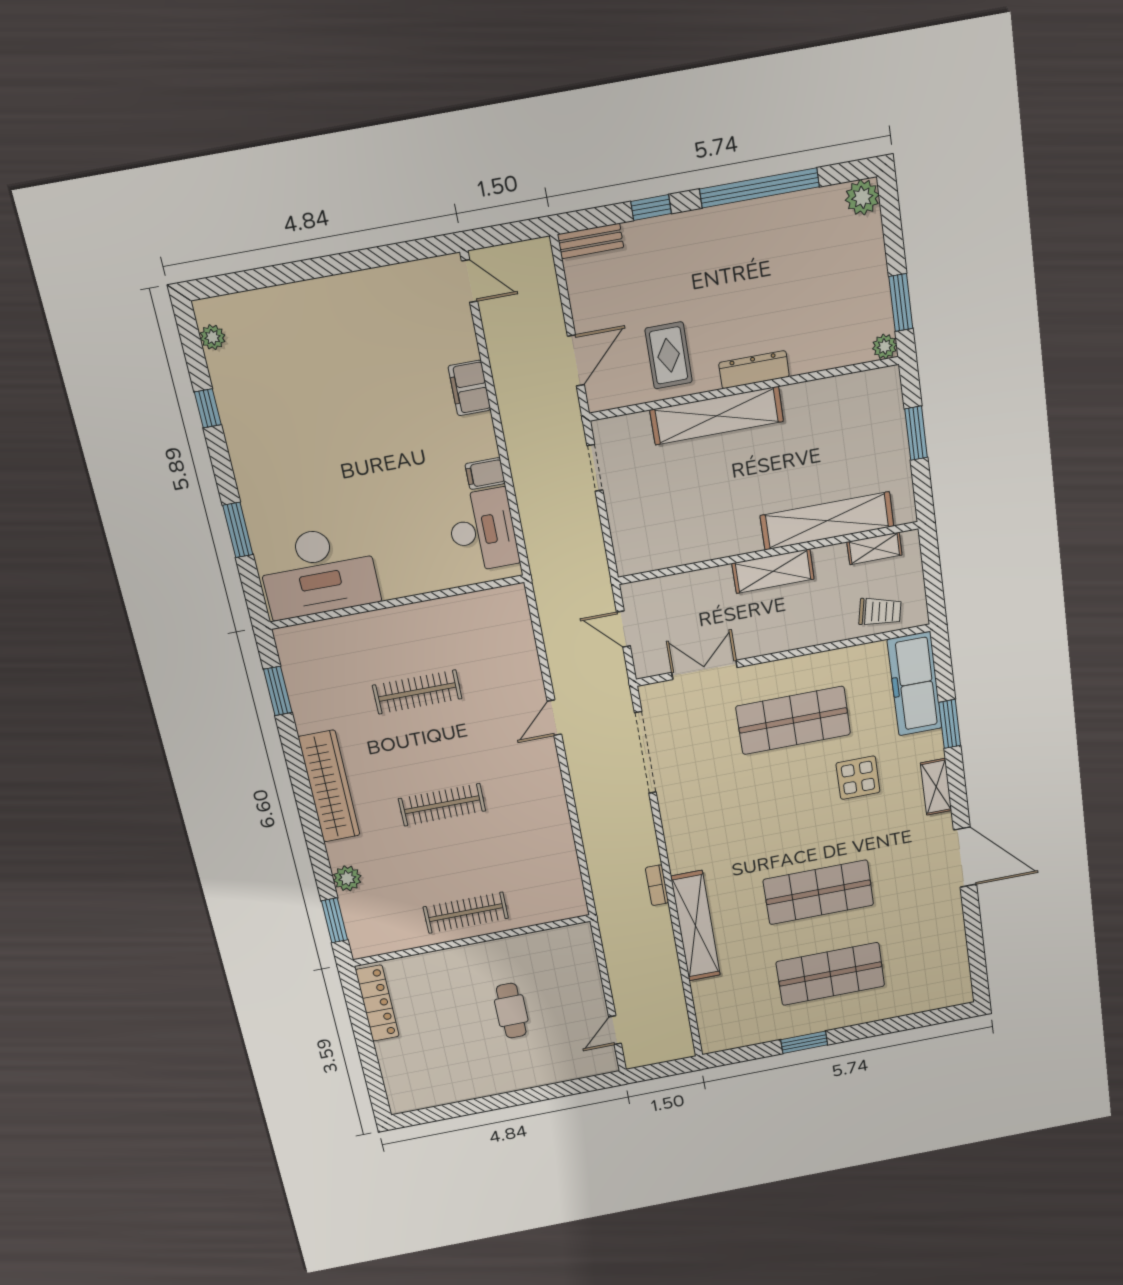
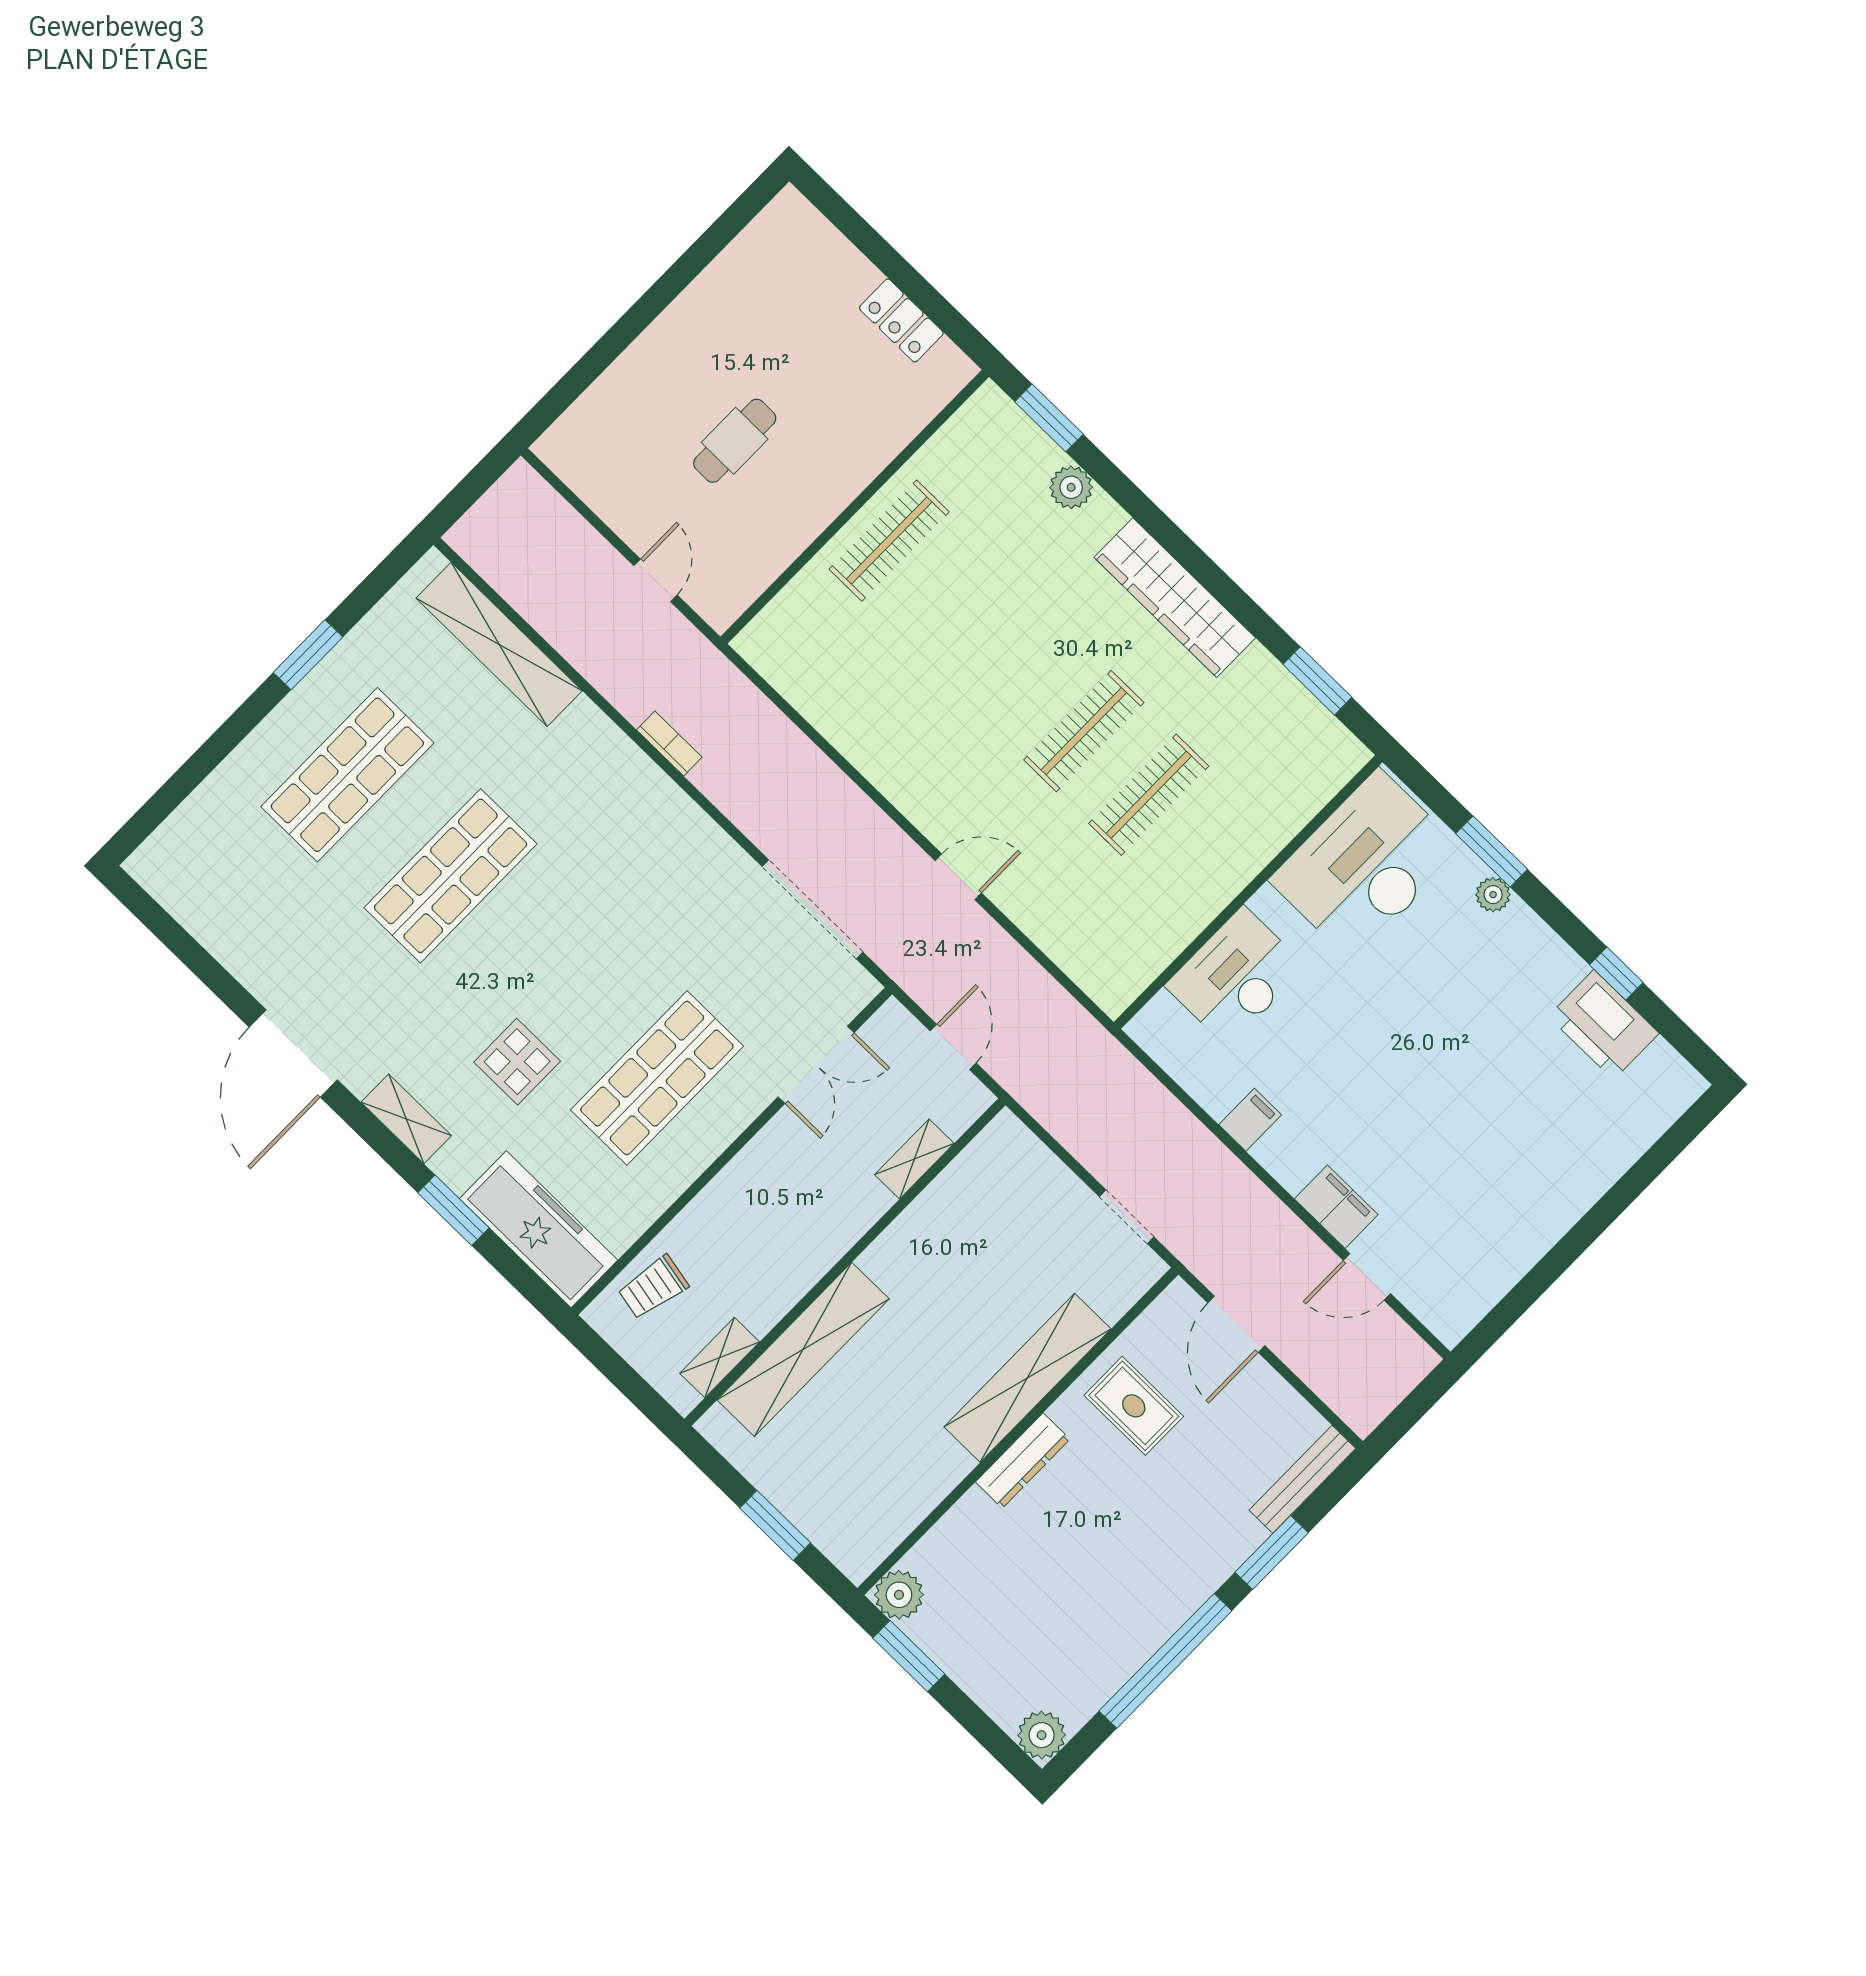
window: (651, 207) -> (1272, 1552), width x1.50
bench: (591, 241) -> (1302, 1479), width x1.36
door: (470, 281) -> (1367, 1277), moved
plant: (213, 337) -> (1493, 895), moved
plant: (885, 347) -> (899, 1595), width x1.38, depth x1.38
printer: (235, 383) -> (1604, 1025), added
desk: (483, 530) -> (1236, 976), moved, turned 90
shelving: (773, 571) -> (914, 1159), moved, width x0.67, depth x0.75
door: (623, 629) -> (953, 1047), hinge flipped
door: (554, 718) -> (958, 877), hinge flipped
clothes rail: (442, 805) -> (1084, 731), moved
door: (965, 857) -> (293, 1053), hinge flipped
shelving: (696, 926) -> (499, 644), moved
locker: (377, 1003) -> (901, 320), width x0.66
cafe table: (511, 1011) -> (735, 441), turned 90
door: (615, 1030) -> (655, 580), moved

